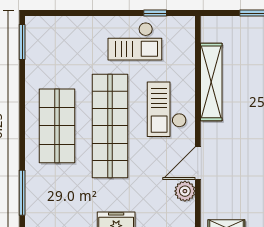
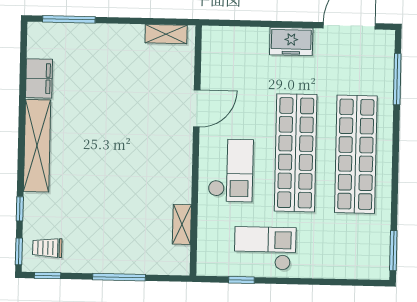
shelving: (211, 82) -> (182, 224), width x0.45, depth x0.75
shop shelf: (57, 126) -> (356, 154), width x1.40
plant: (185, 191) -> (212, 77), removed

